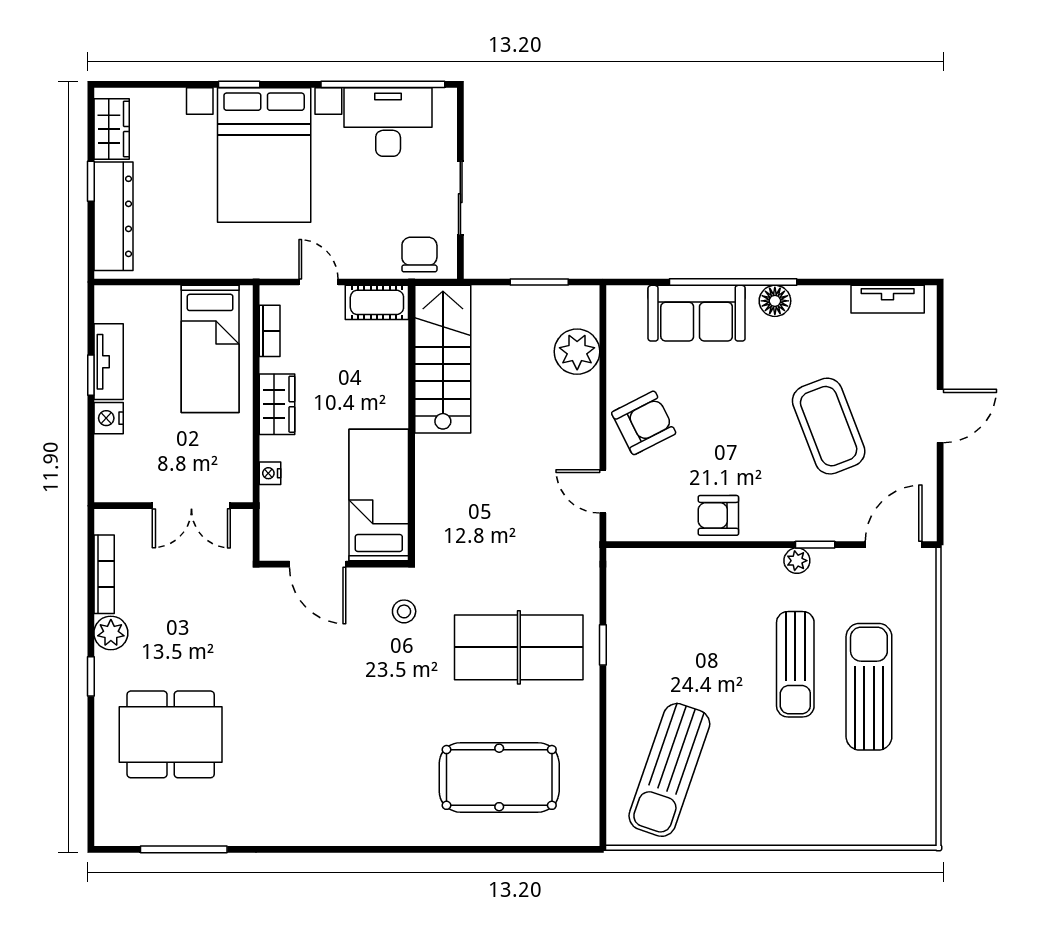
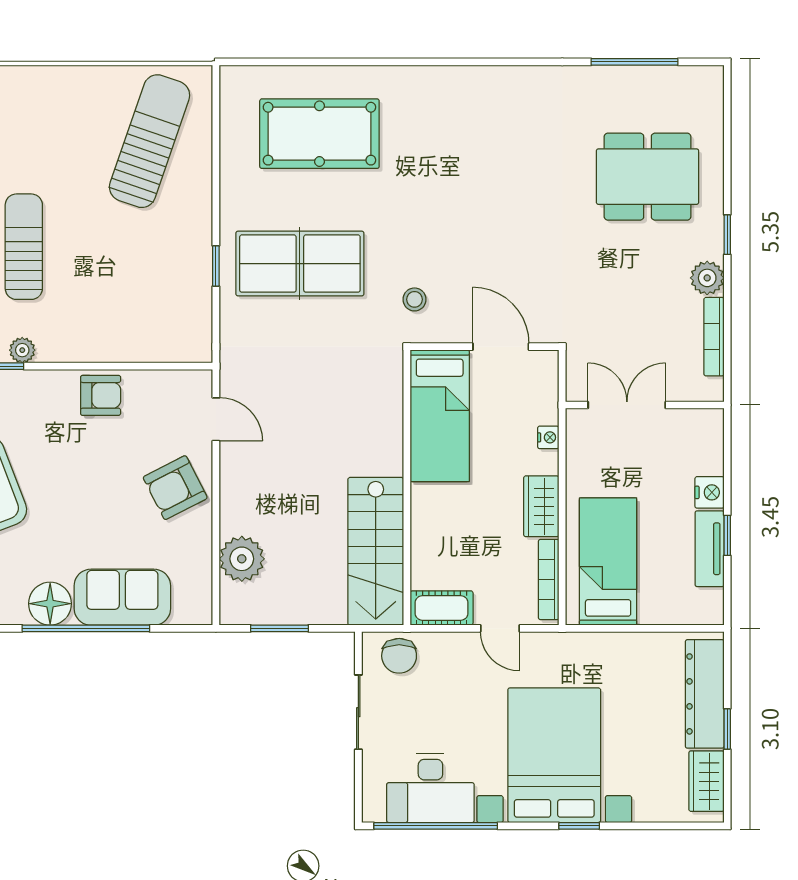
floor lamp: (775, 301) -> (50, 604), width x1.38, depth x1.38
bookcase: (270, 331) -> (549, 580), width x1.56

